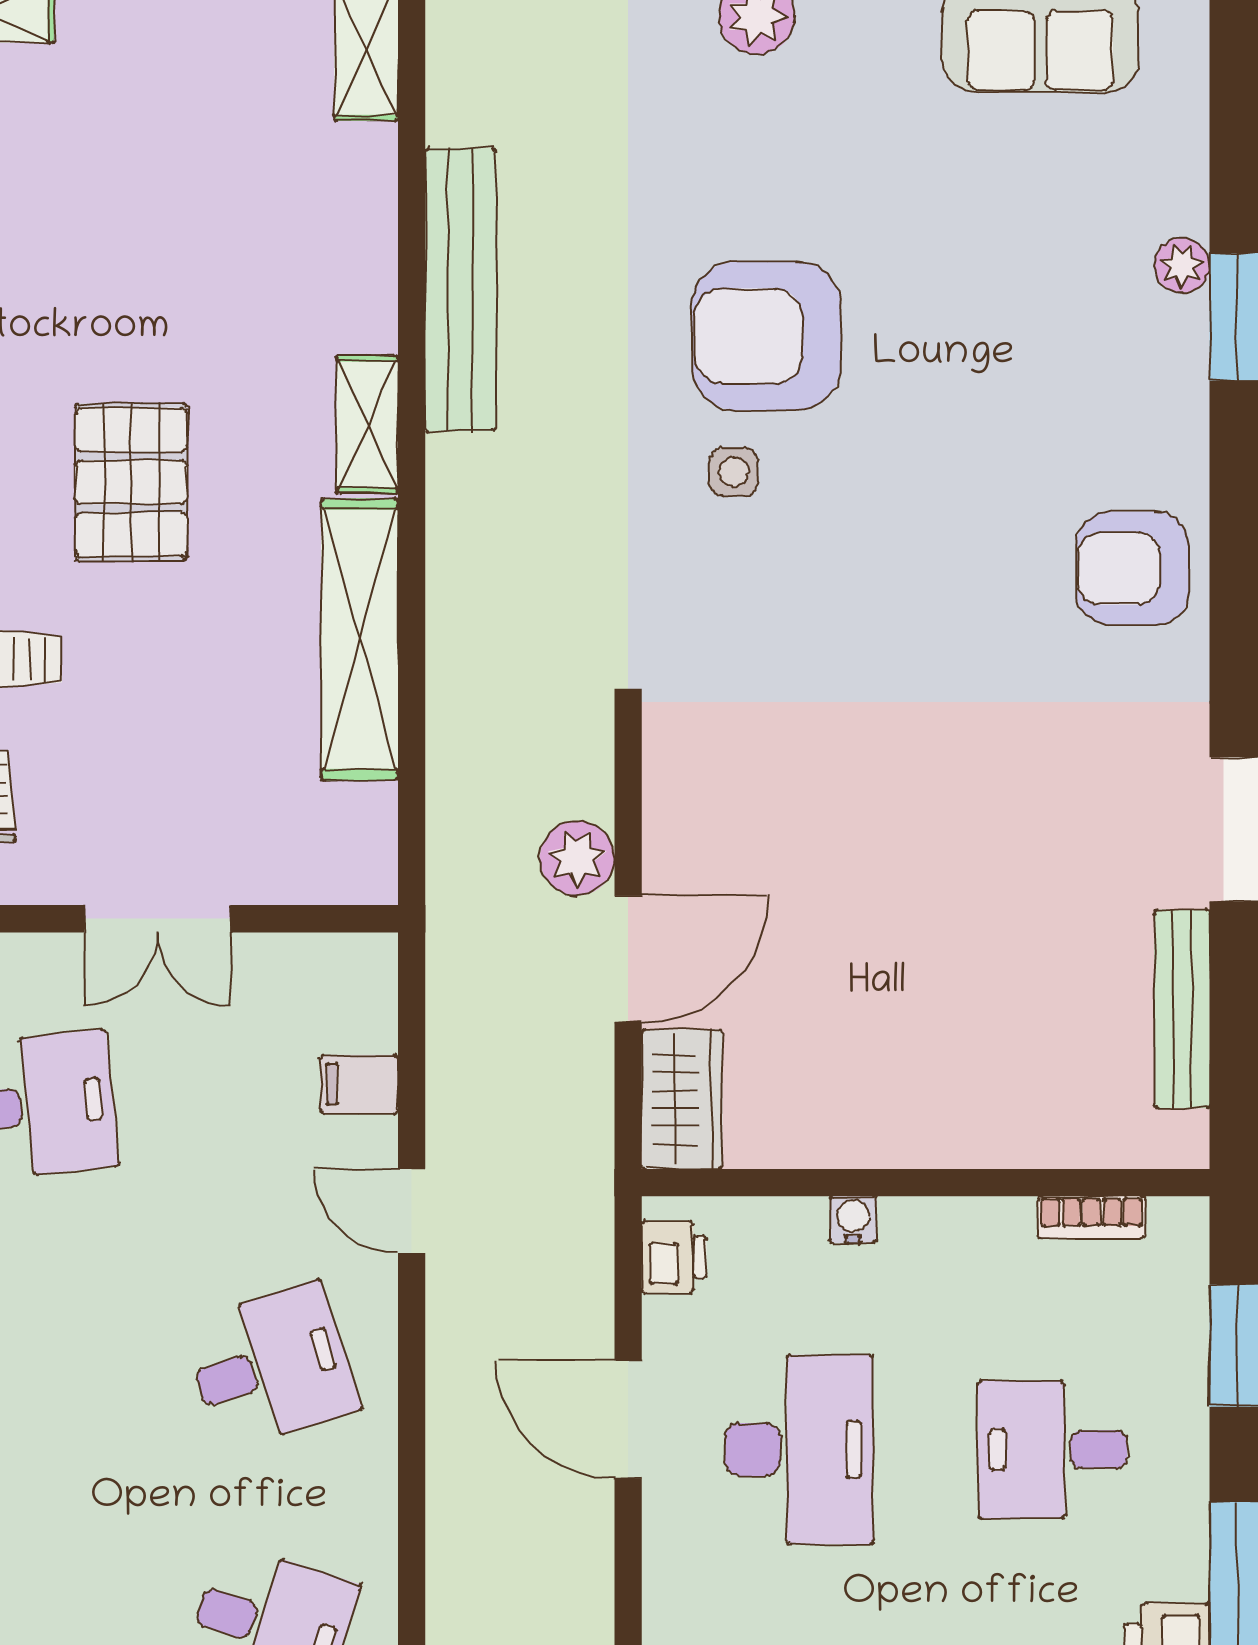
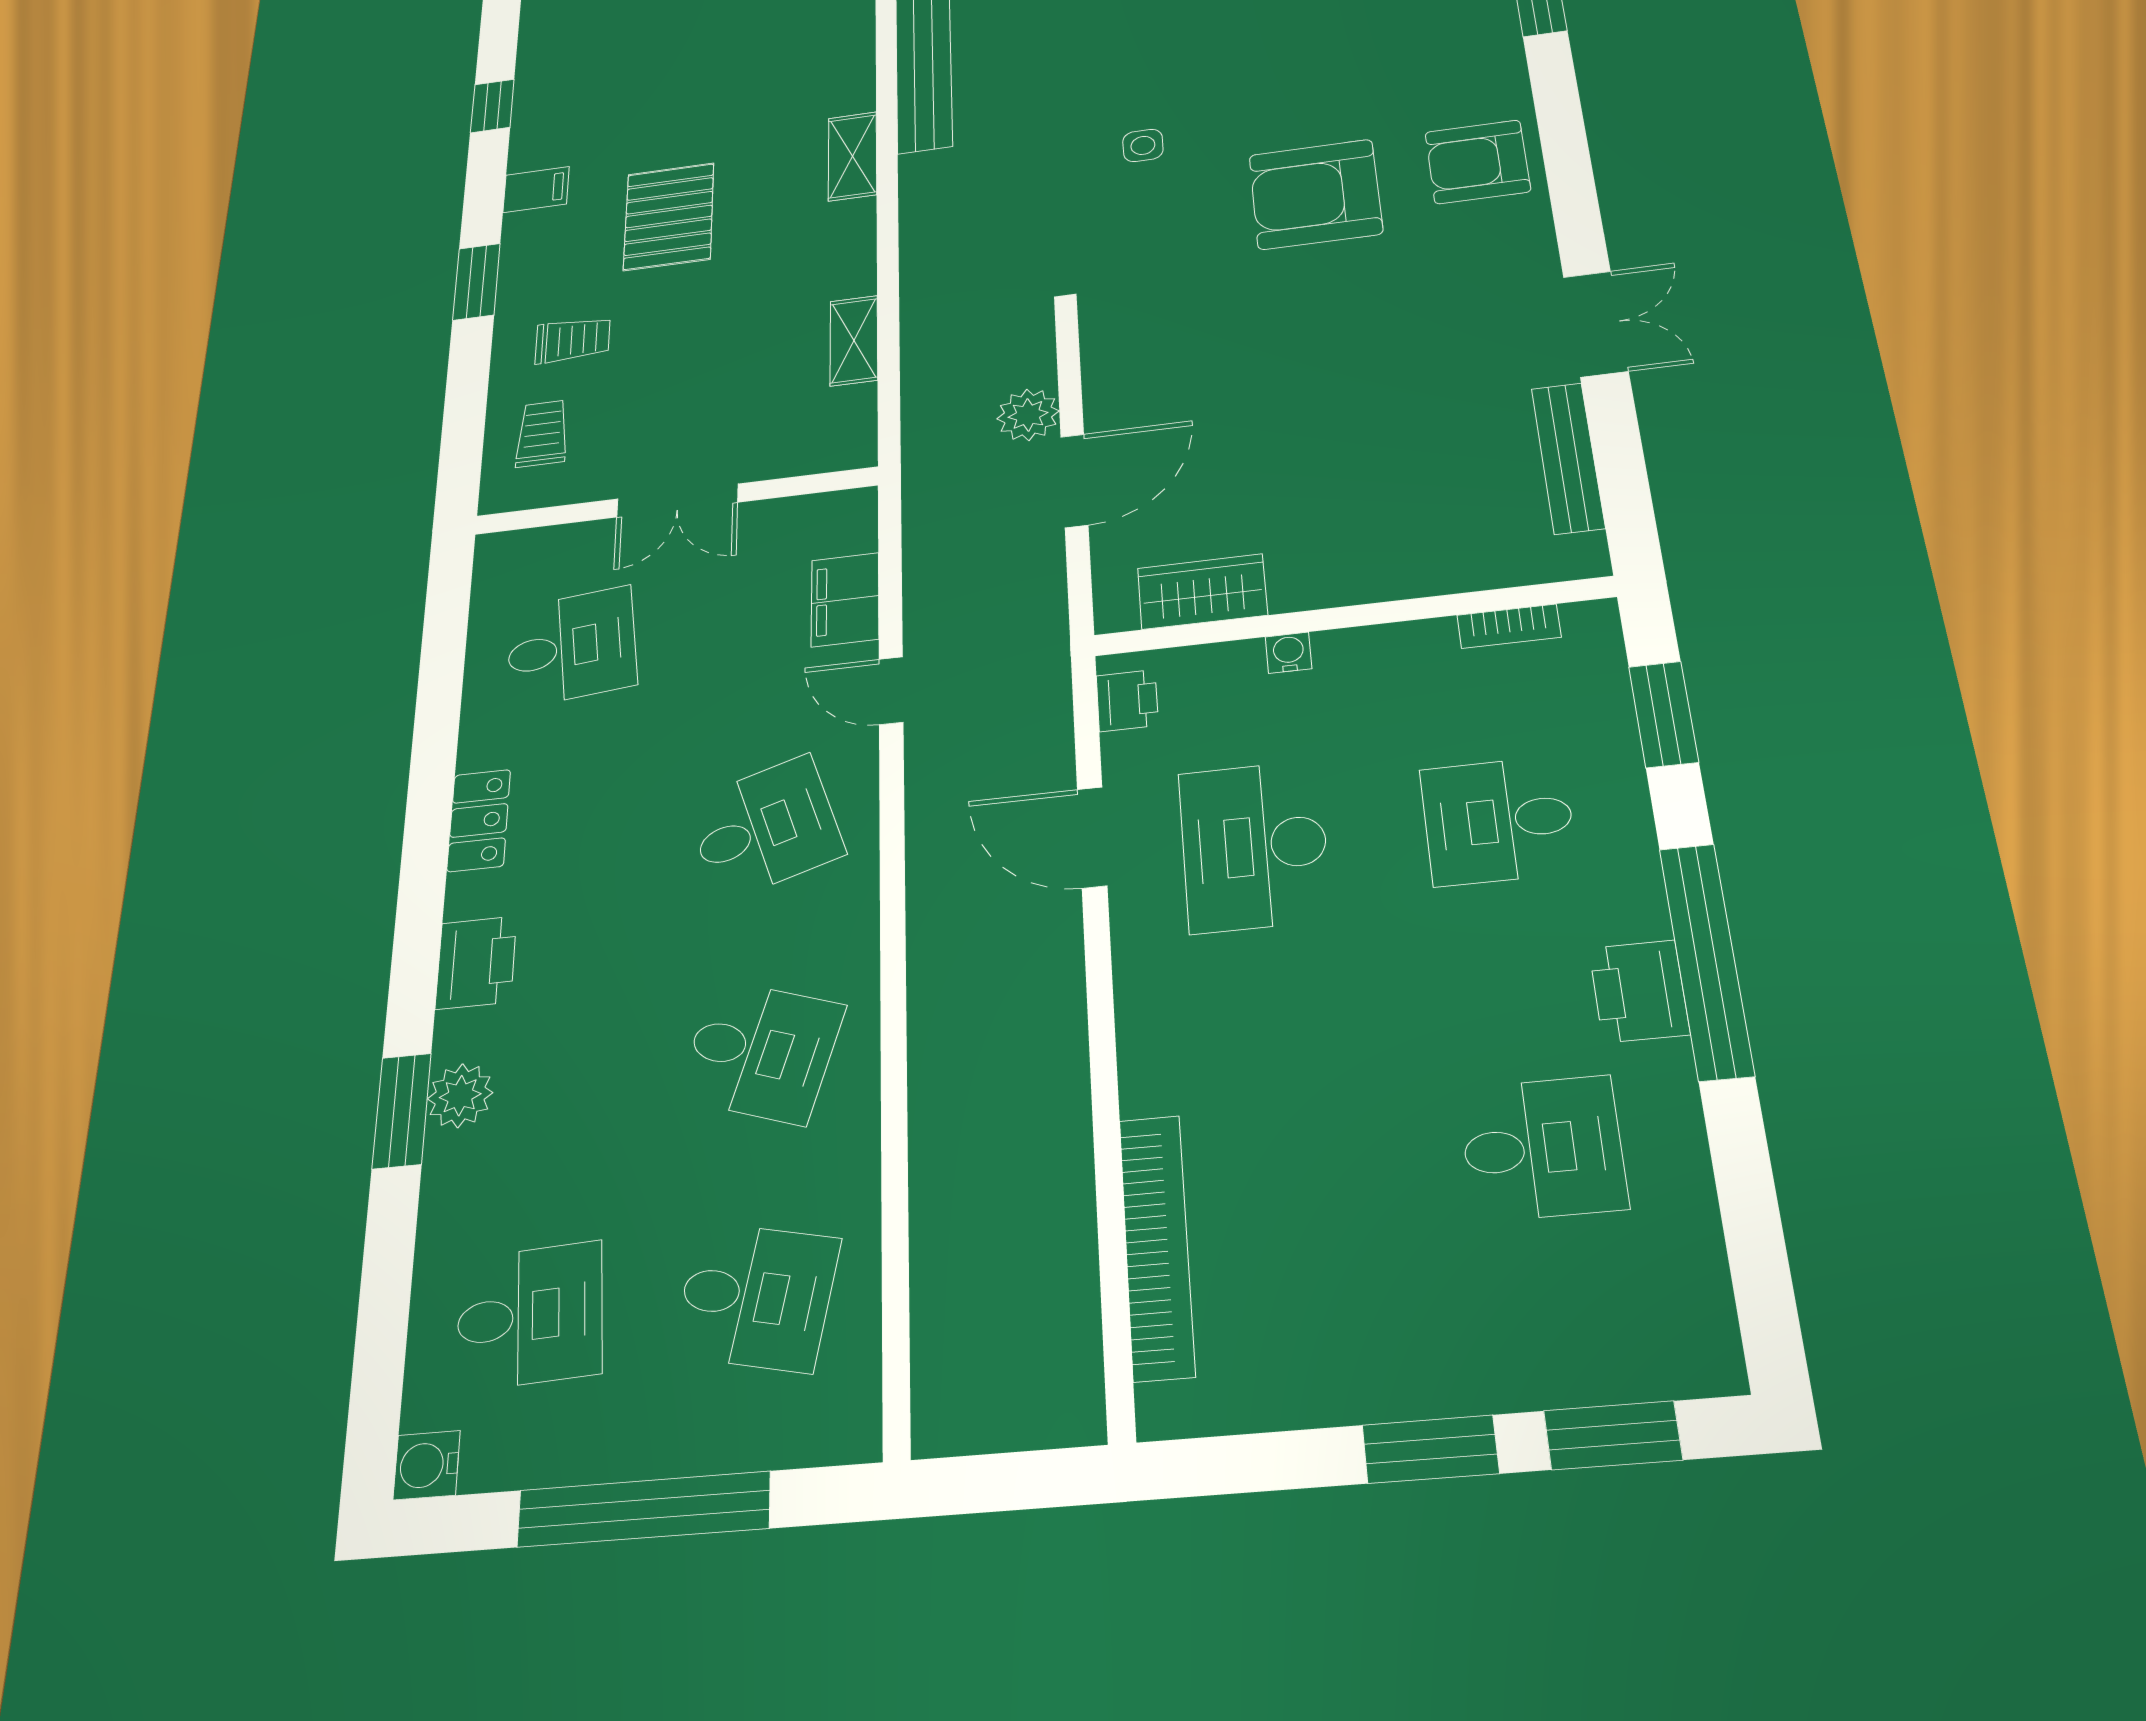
armchair: (767, 336) -> (1315, 194), moved
shelving: (360, 639) -> (854, 341), width x0.45, depth x0.75
filing cabinet: (359, 1084) -> (845, 600), width x2.00
wardrobe: (682, 1099) -> (1202, 592), moved, turned -90
desk: (799, 1450) -> (1254, 846), turned 180

